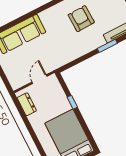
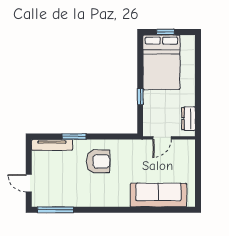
armchair: (81, 19) -> (98, 161), moved, turned -88

